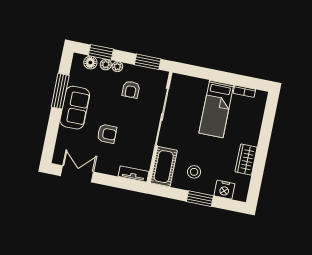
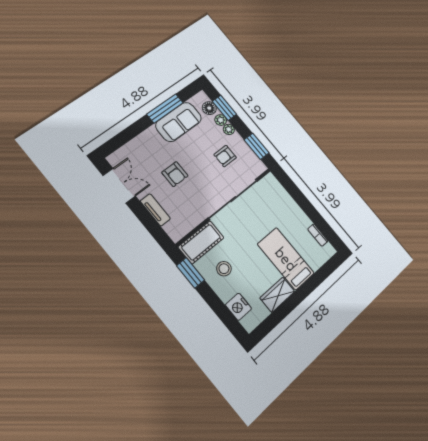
sofa: (75, 108) -> (179, 122), moved
bed: (216, 109) -> (286, 259), moved, turned 90
tv unit: (133, 174) -> (155, 210), moved
window: (200, 199) -> (191, 273), moved

